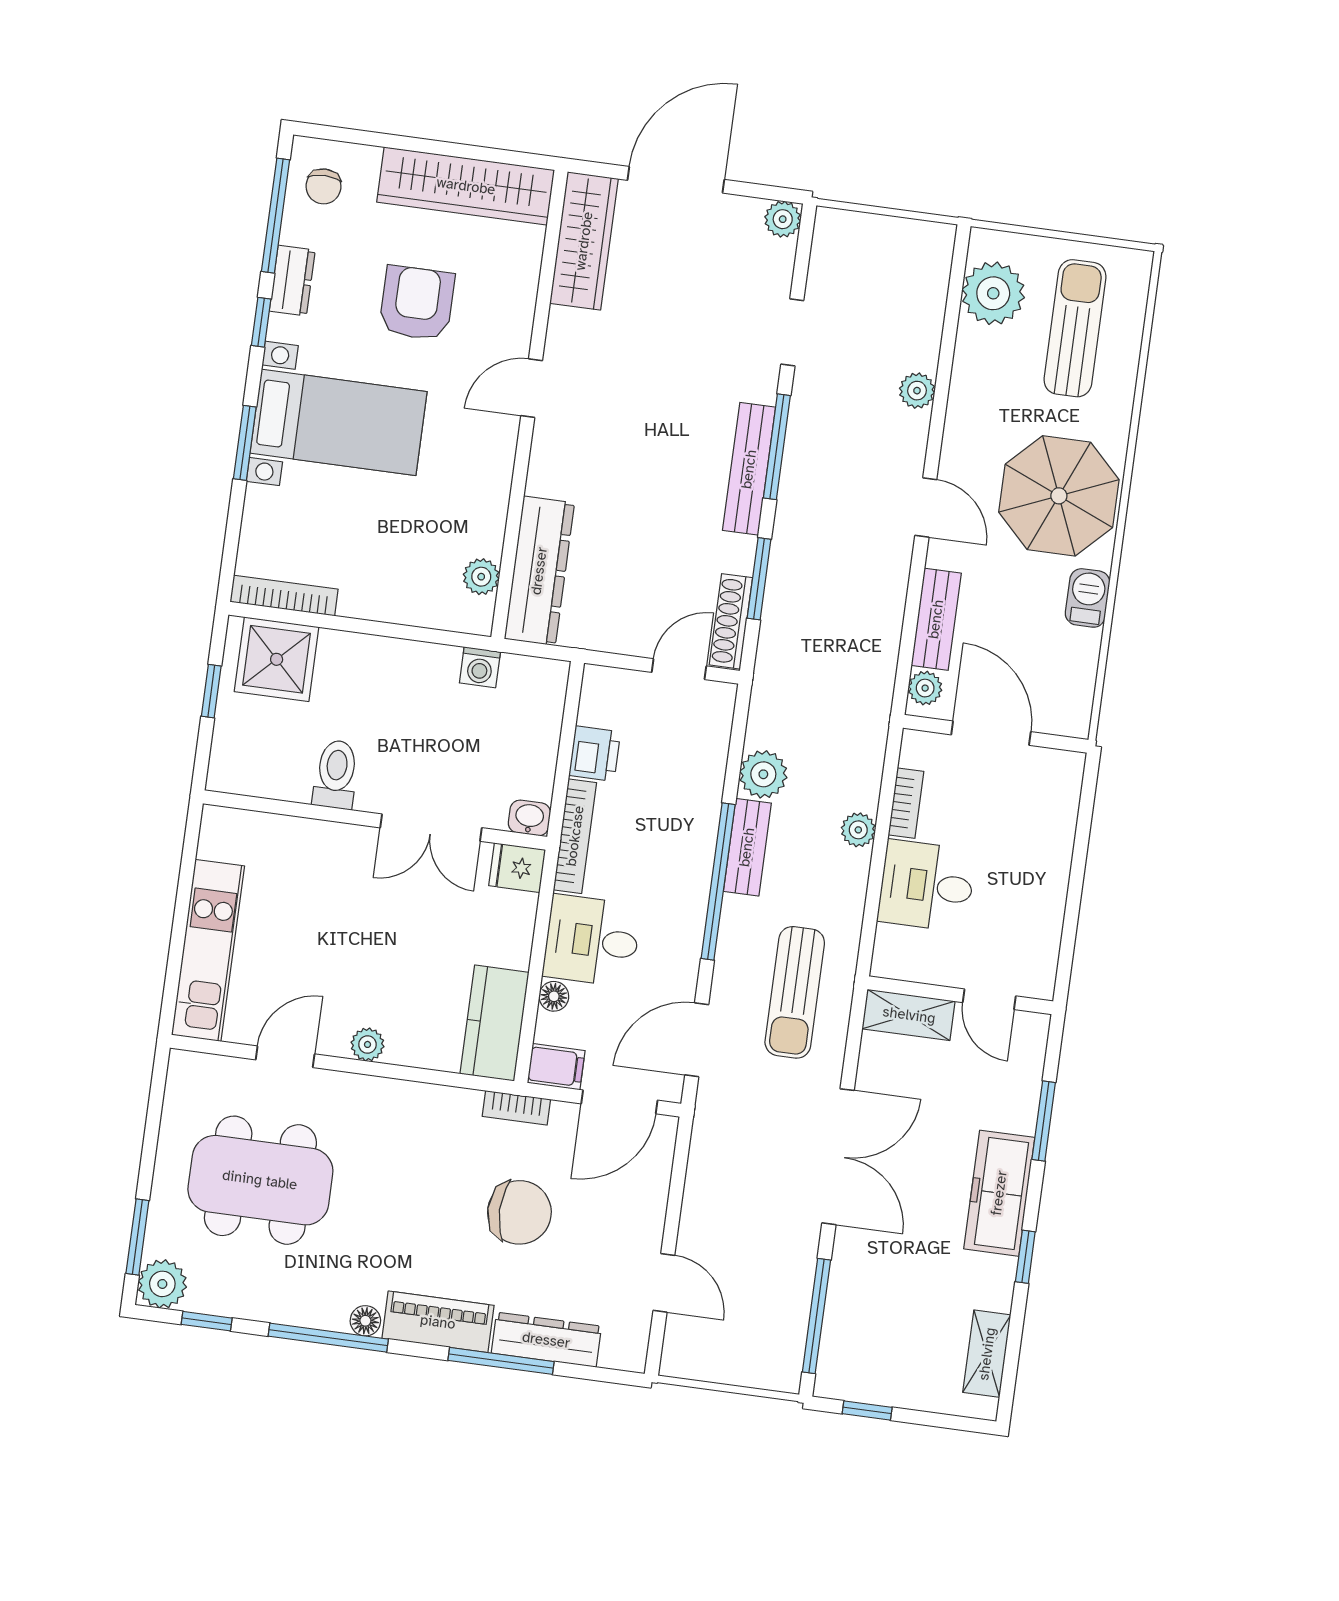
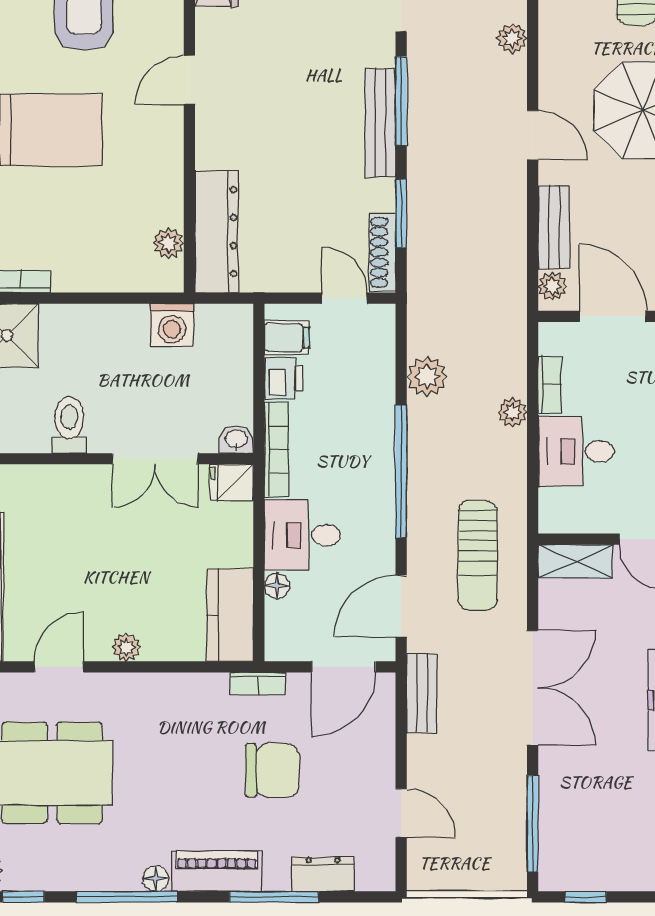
washing machine: (480, 667) -> (172, 325), width x1.38, depth x1.38
door: (679, 669) -> (344, 298), hinge flipped
bench: (747, 847) -> (422, 694), moved
filing cabinet: (556, 1067) -> (287, 337), moved
dresser: (546, 1340) -> (323, 874), width x0.70

